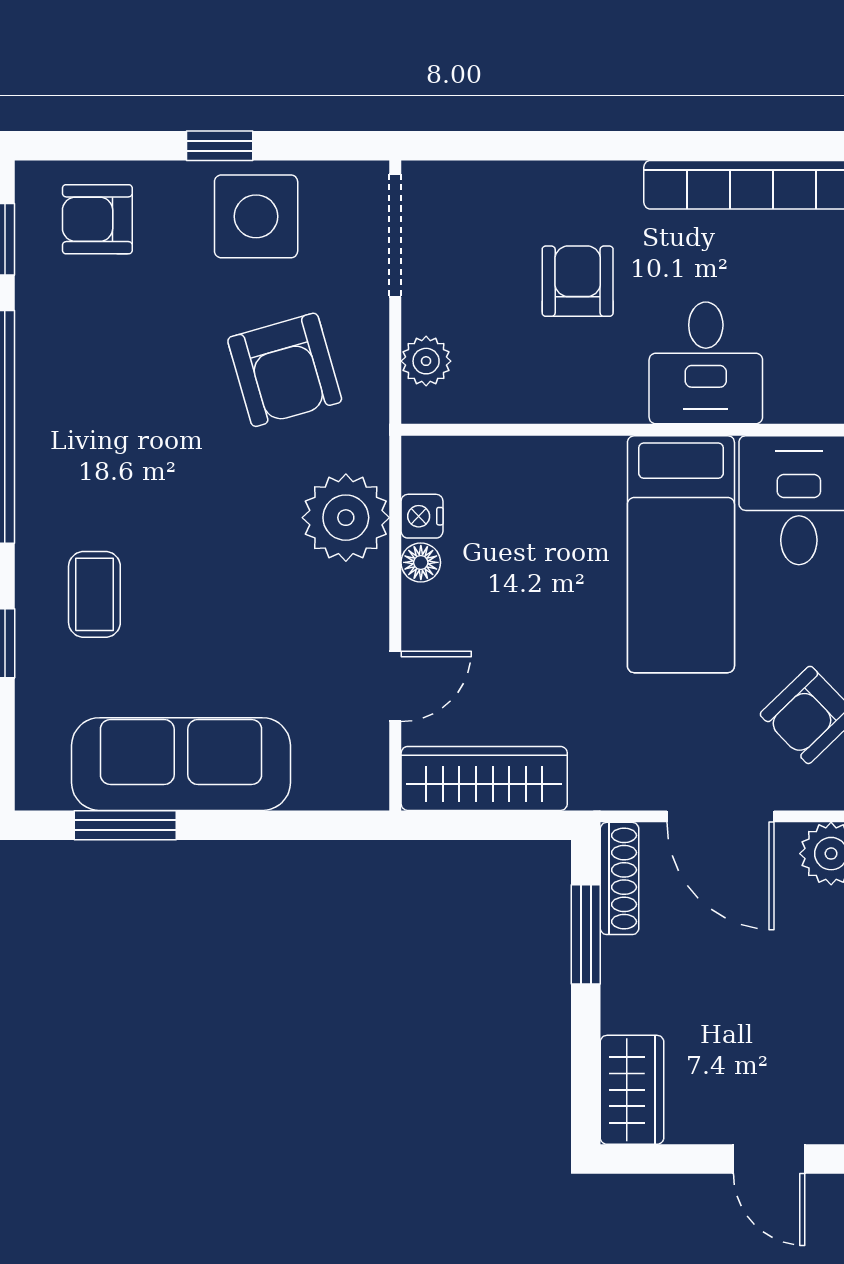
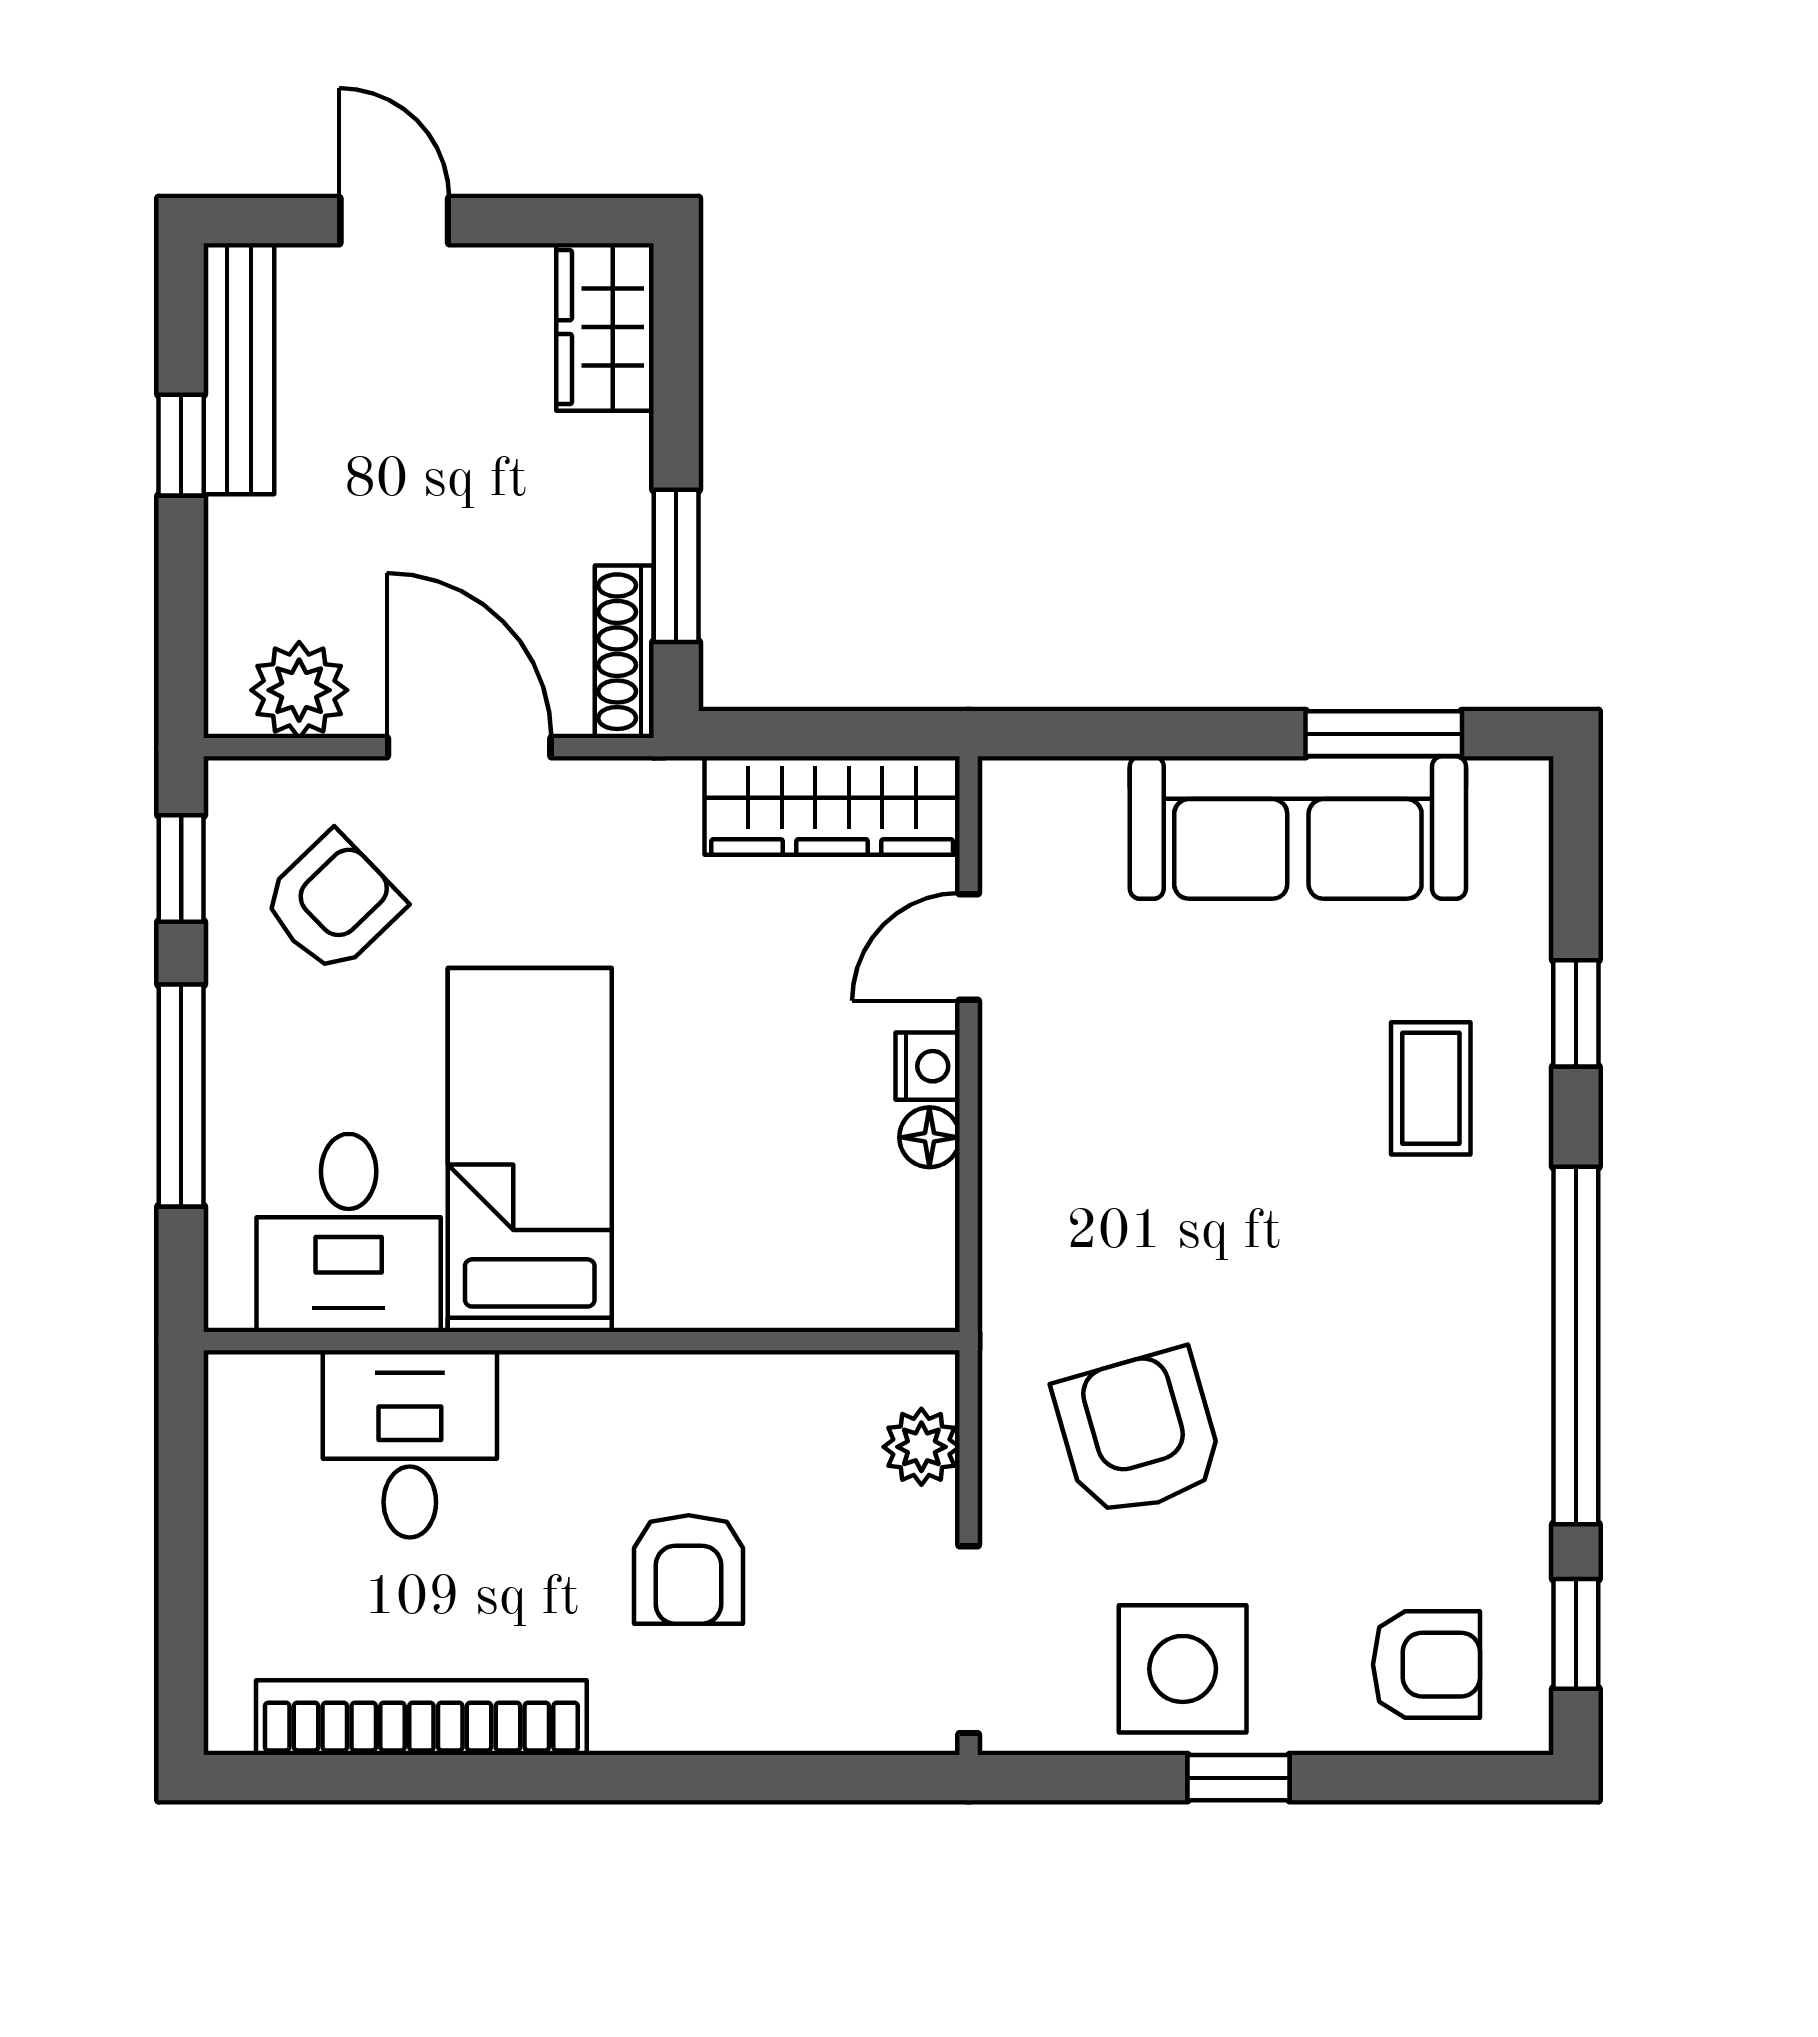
desk: (706, 363) -> (410, 1444), moved
nightstand: (422, 516) -> (928, 1066), moved
plant: (346, 518) -> (1045, 1206), removed

